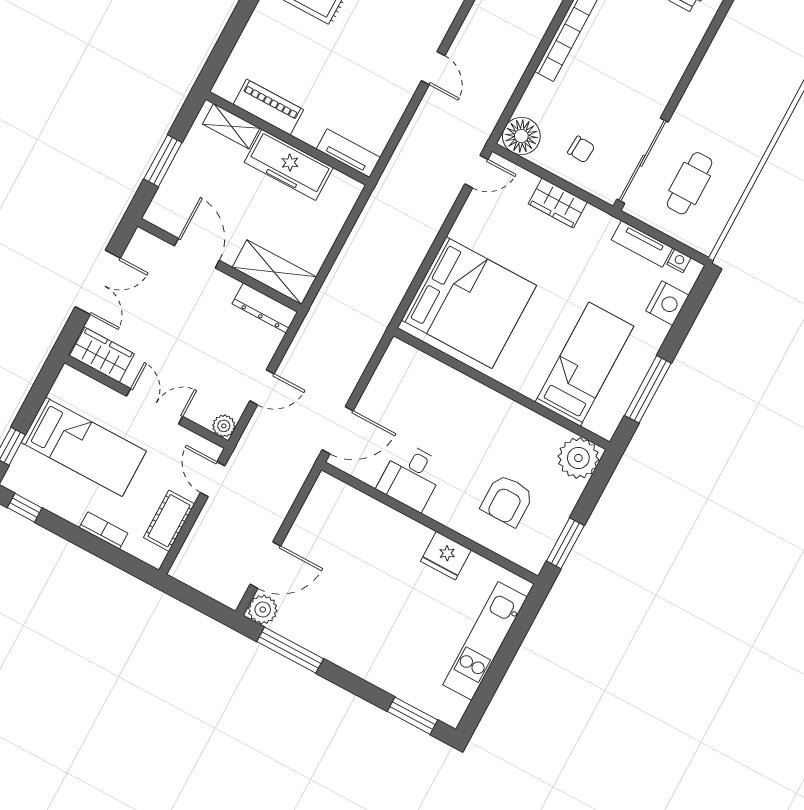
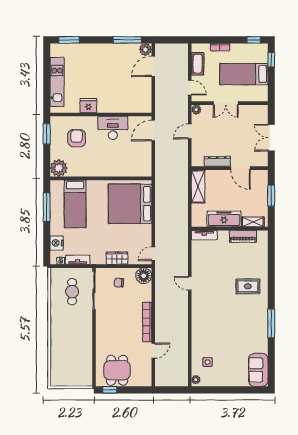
shelving: (274, 272) -> (198, 186), moved, turned 90
dresser: (265, 308) -> (217, 161), moved
wardrobe: (102, 355) -> (255, 112), removed
desk: (411, 477) -> (113, 128), width x1.37

